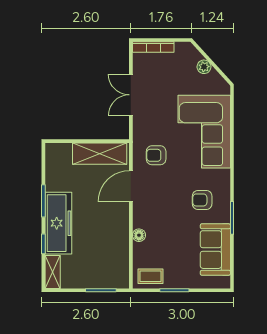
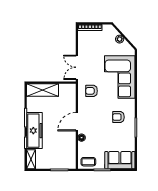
double door: (131, 95) -> (77, 67), moved
shelving: (100, 154) -> (42, 90), moved
door: (131, 186) -> (77, 122), moved
sofa: (215, 250) -> (120, 160), moved, turned 90

